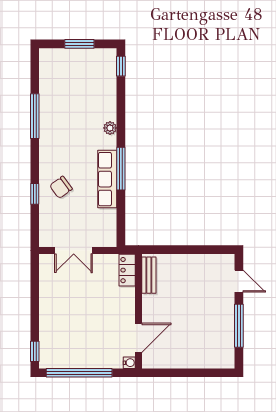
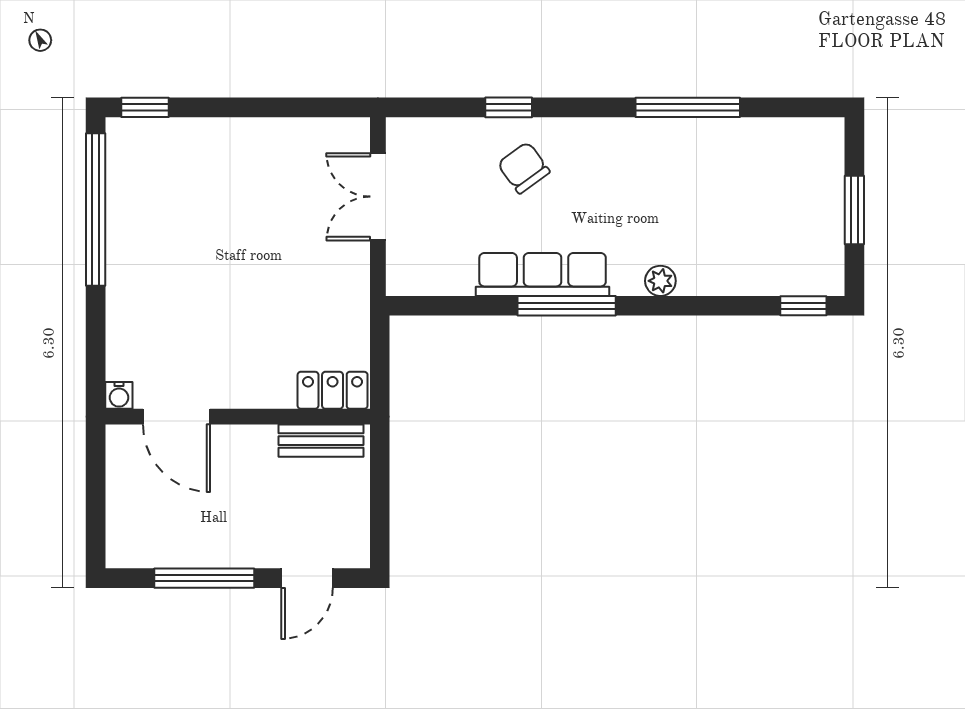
locker: (127, 270) -> (333, 390), moved
bench: (149, 275) -> (321, 441), moved
wall: (138, 311) -> (238, 417), moved
door: (138, 338) -> (176, 417), moved
water cooler: (129, 363) -> (119, 395), moved

